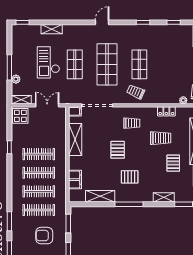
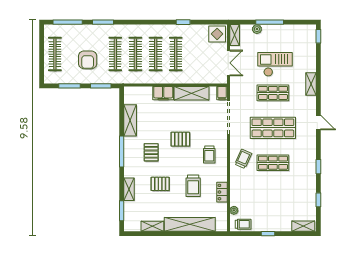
shelving: (52, 29) -> (311, 84), moved
pallet: (173, 163) -> (160, 184), moved
filing cabinet: (75, 180) -> (163, 93), moved
armchair: (44, 236) -> (88, 60), turned 180

